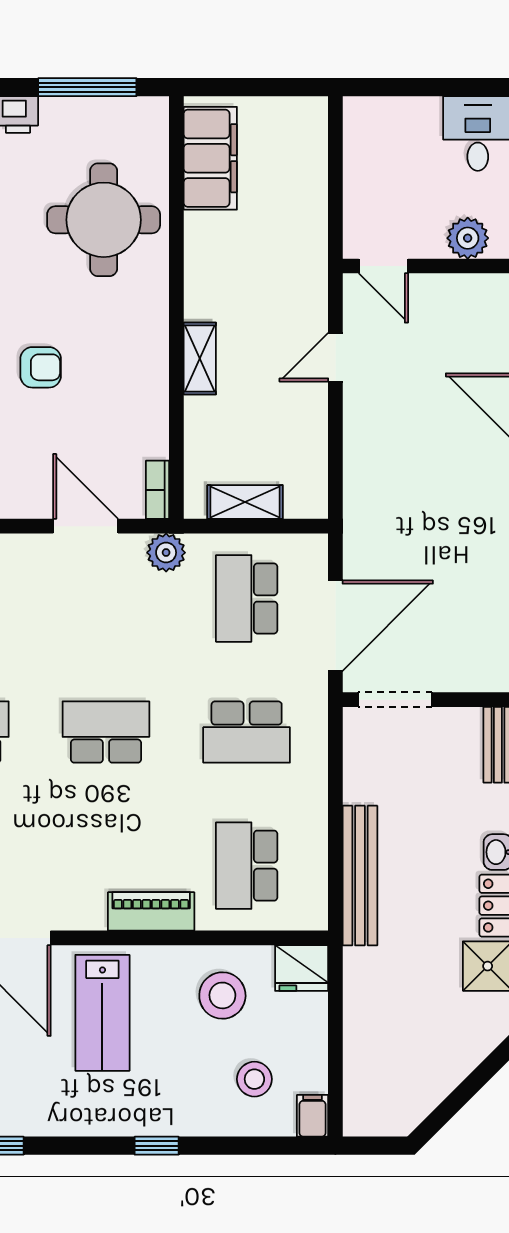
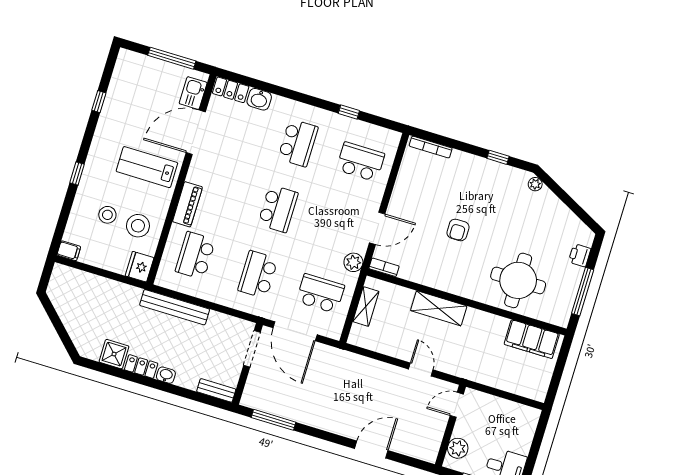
shelving: (200, 359) -> (439, 308), width x1.50, depth x1.33
school desk: (247, 866) -> (195, 256), turned -90
stool: (254, 1079) -> (107, 215), moved

